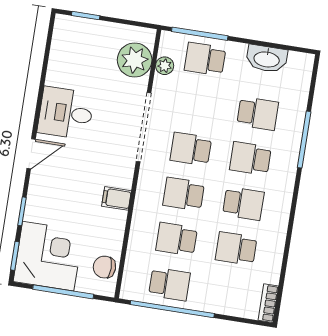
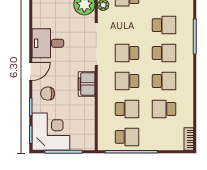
school desk: (250, 159) -> (164, 53), turned 180
filing cabinet: (116, 198) -> (87, 84), width x2.00
school desk: (177, 239) -> (127, 109), turned 180
chair: (104, 267) -> (48, 94), moved

